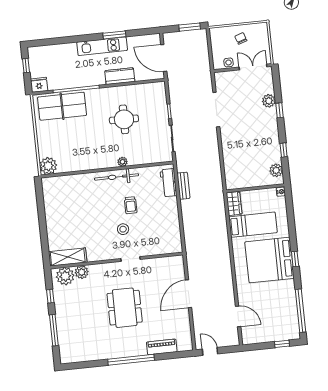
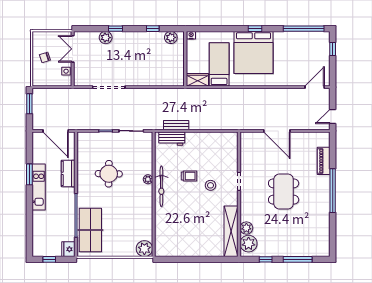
door: (164, 58) -> (56, 131), hinge flipped
shelving: (68, 257) -> (231, 231), width x1.47
dining table: (125, 308) -> (284, 191), turned 90
door: (238, 316) -> (315, 87), moved

